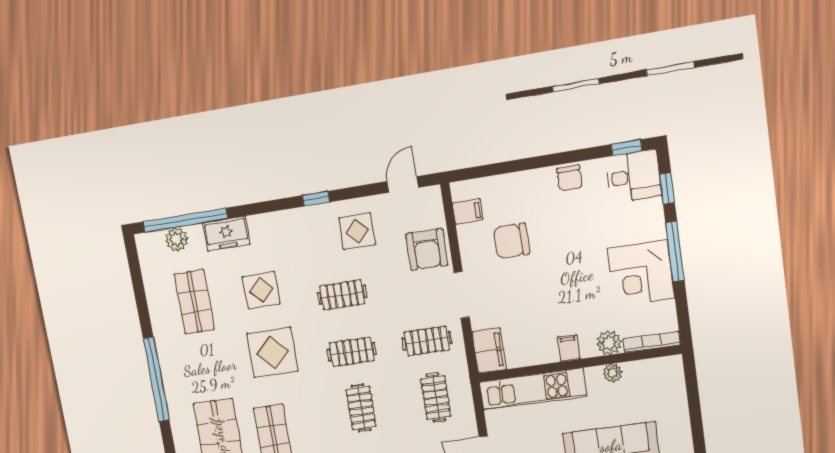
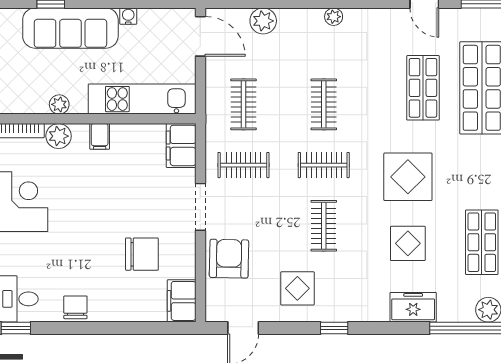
filing cabinet: (468, 212) -> (182, 301), width x2.00
freezer: (226, 234) -> (413, 307), moved
clothes rail: (342, 295) -> (324, 226), turned 90

